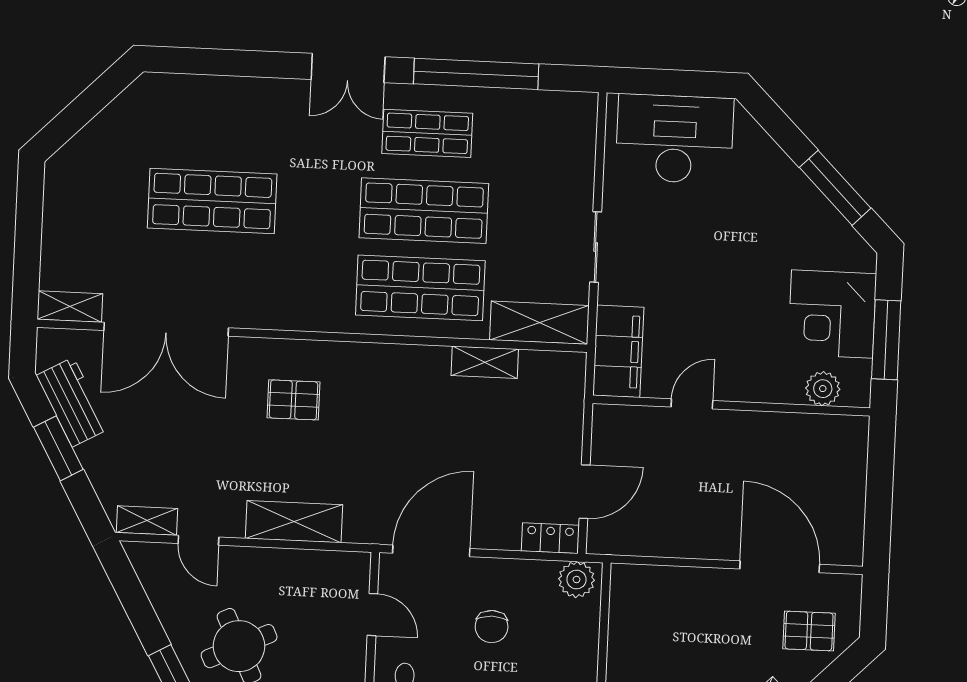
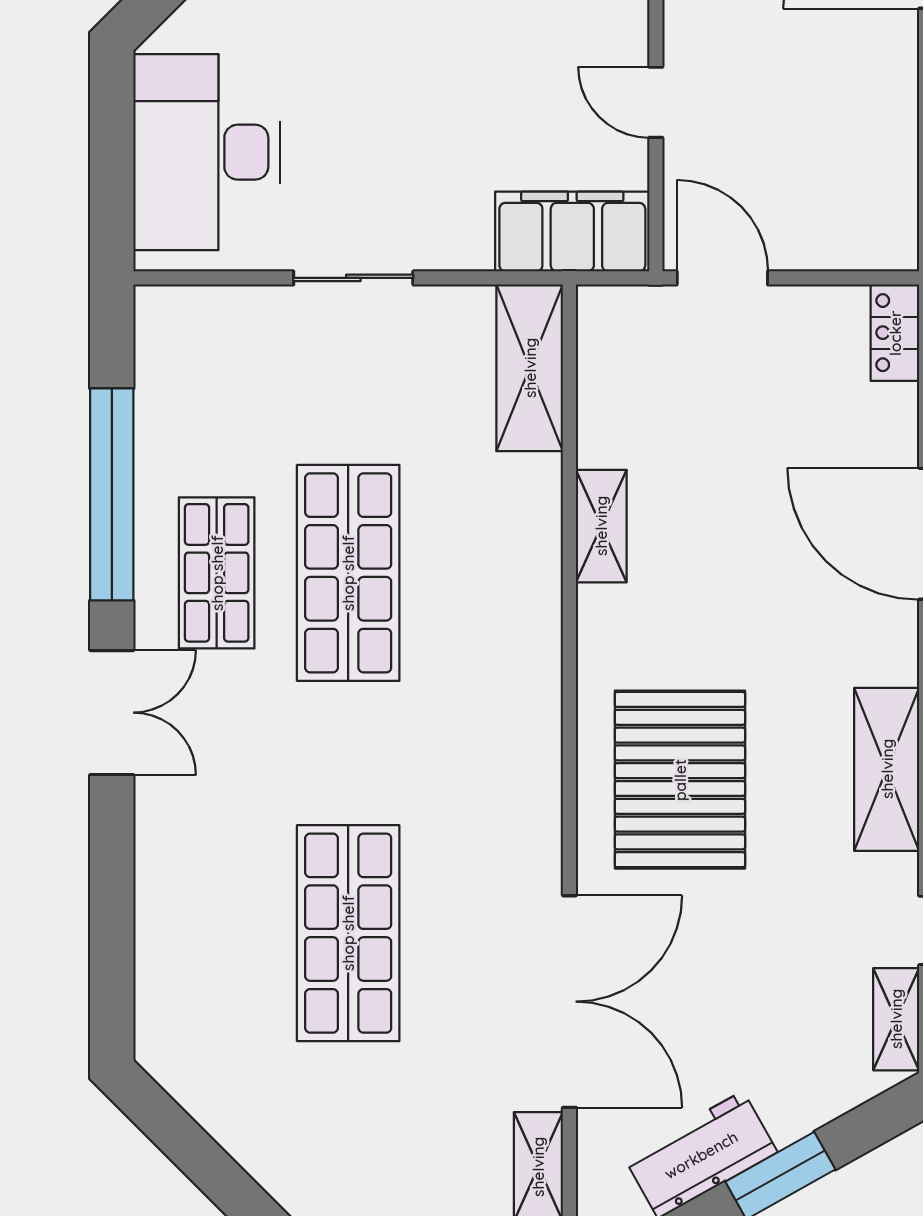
sliding door: (596, 247) -> (353, 278), moved
shop shelf: (420, 288) -> (480, 573), removed
shelving: (485, 362) -> (601, 526), moved
pallet: (294, 400) -> (680, 780), width x2.05, depth x2.00
door: (585, 492) -> (722, 278), moved

